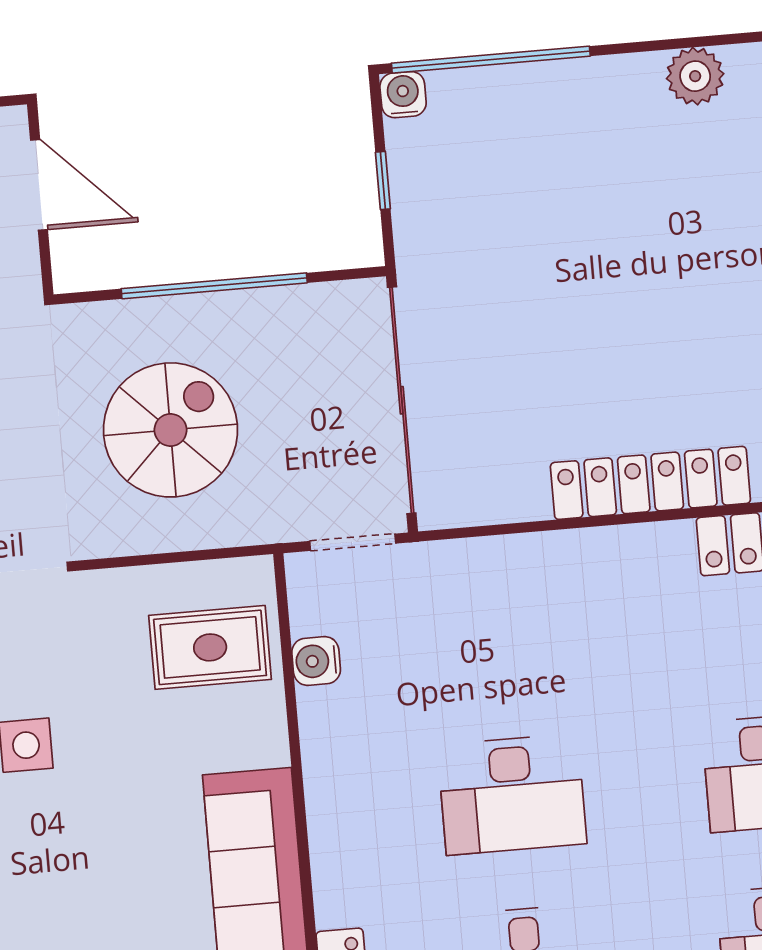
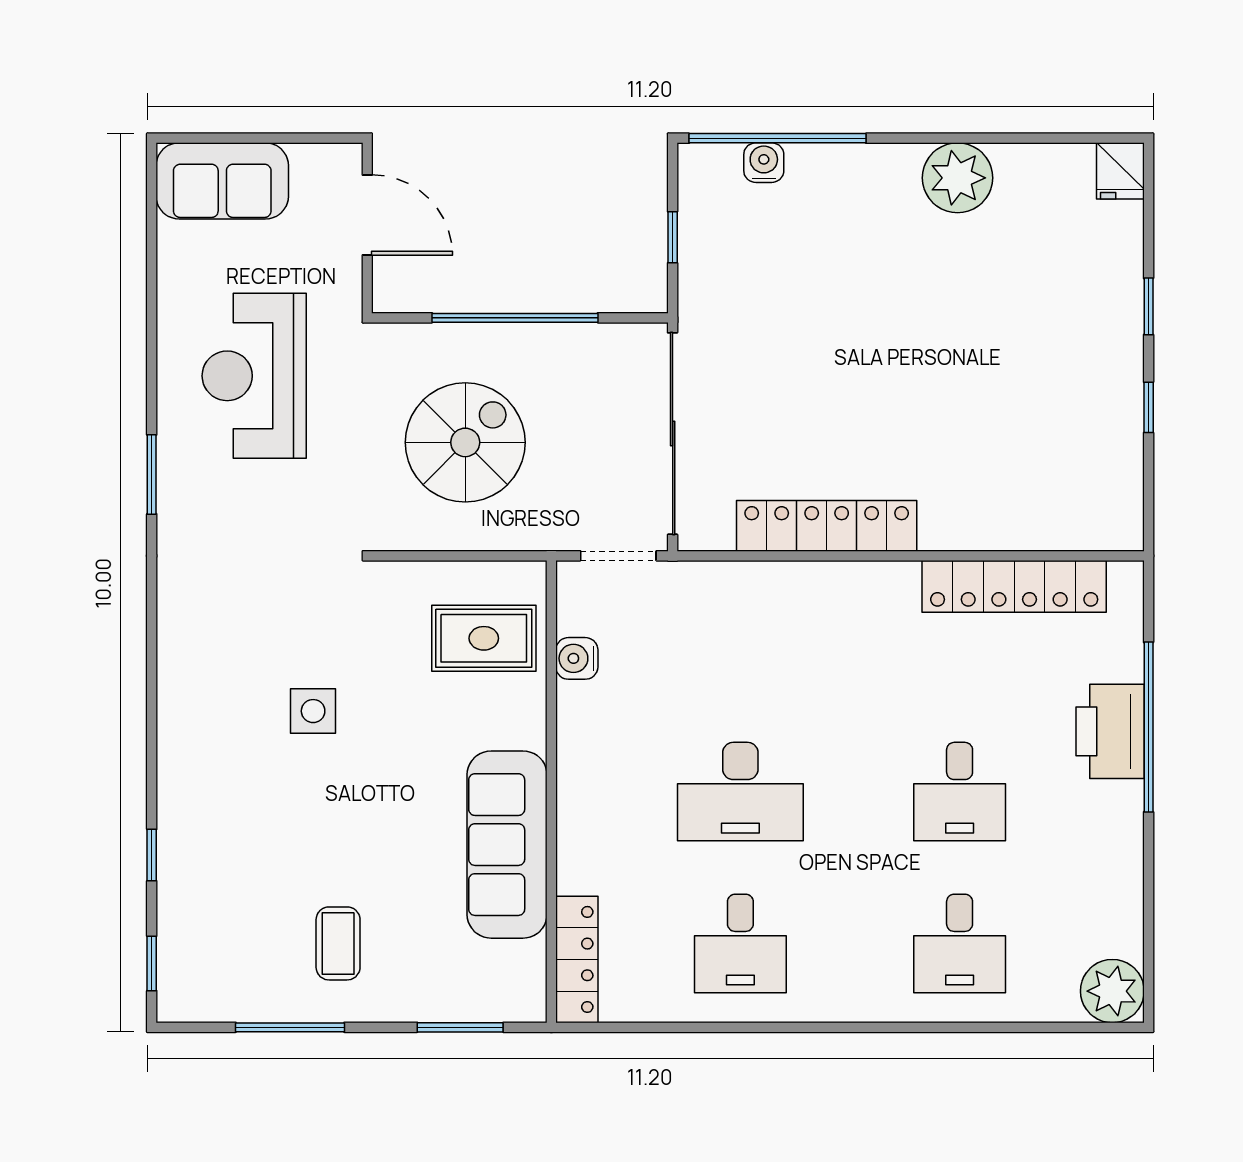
plant: (695, 76) -> (958, 178), width x1.36, depth x1.36
water cooler: (403, 95) -> (764, 163), moved
locker: (650, 483) -> (827, 526), moved

